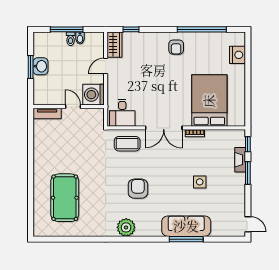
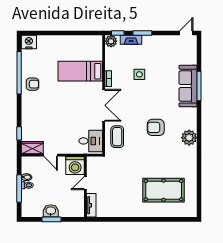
armchair: (176, 47) -> (32, 84), moved
nightstand: (237, 55) -> (29, 42), moved
bed: (209, 101) -> (80, 71), width x0.67
plant: (238, 136) -> (111, 41), added
side table: (200, 182) -> (139, 74), moved

